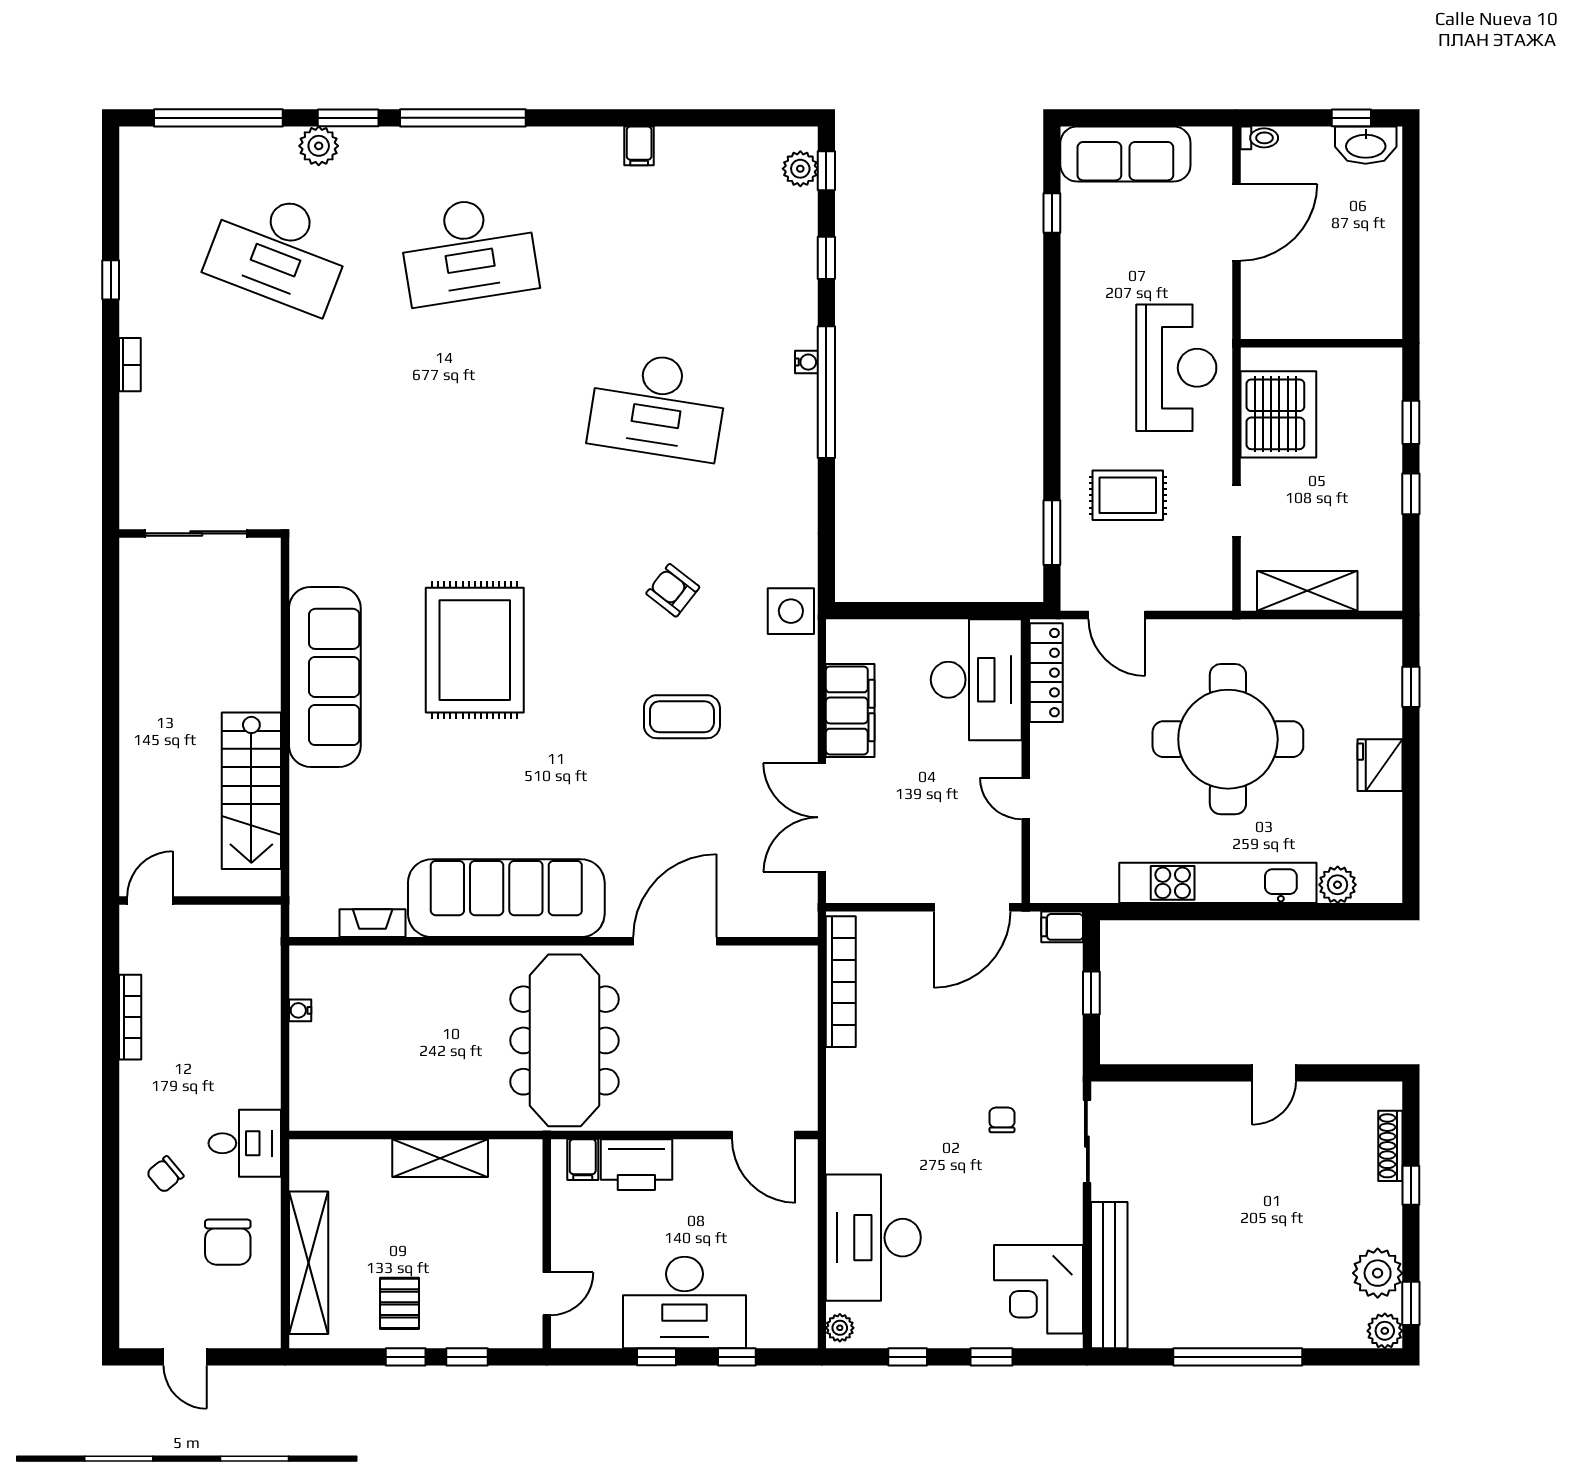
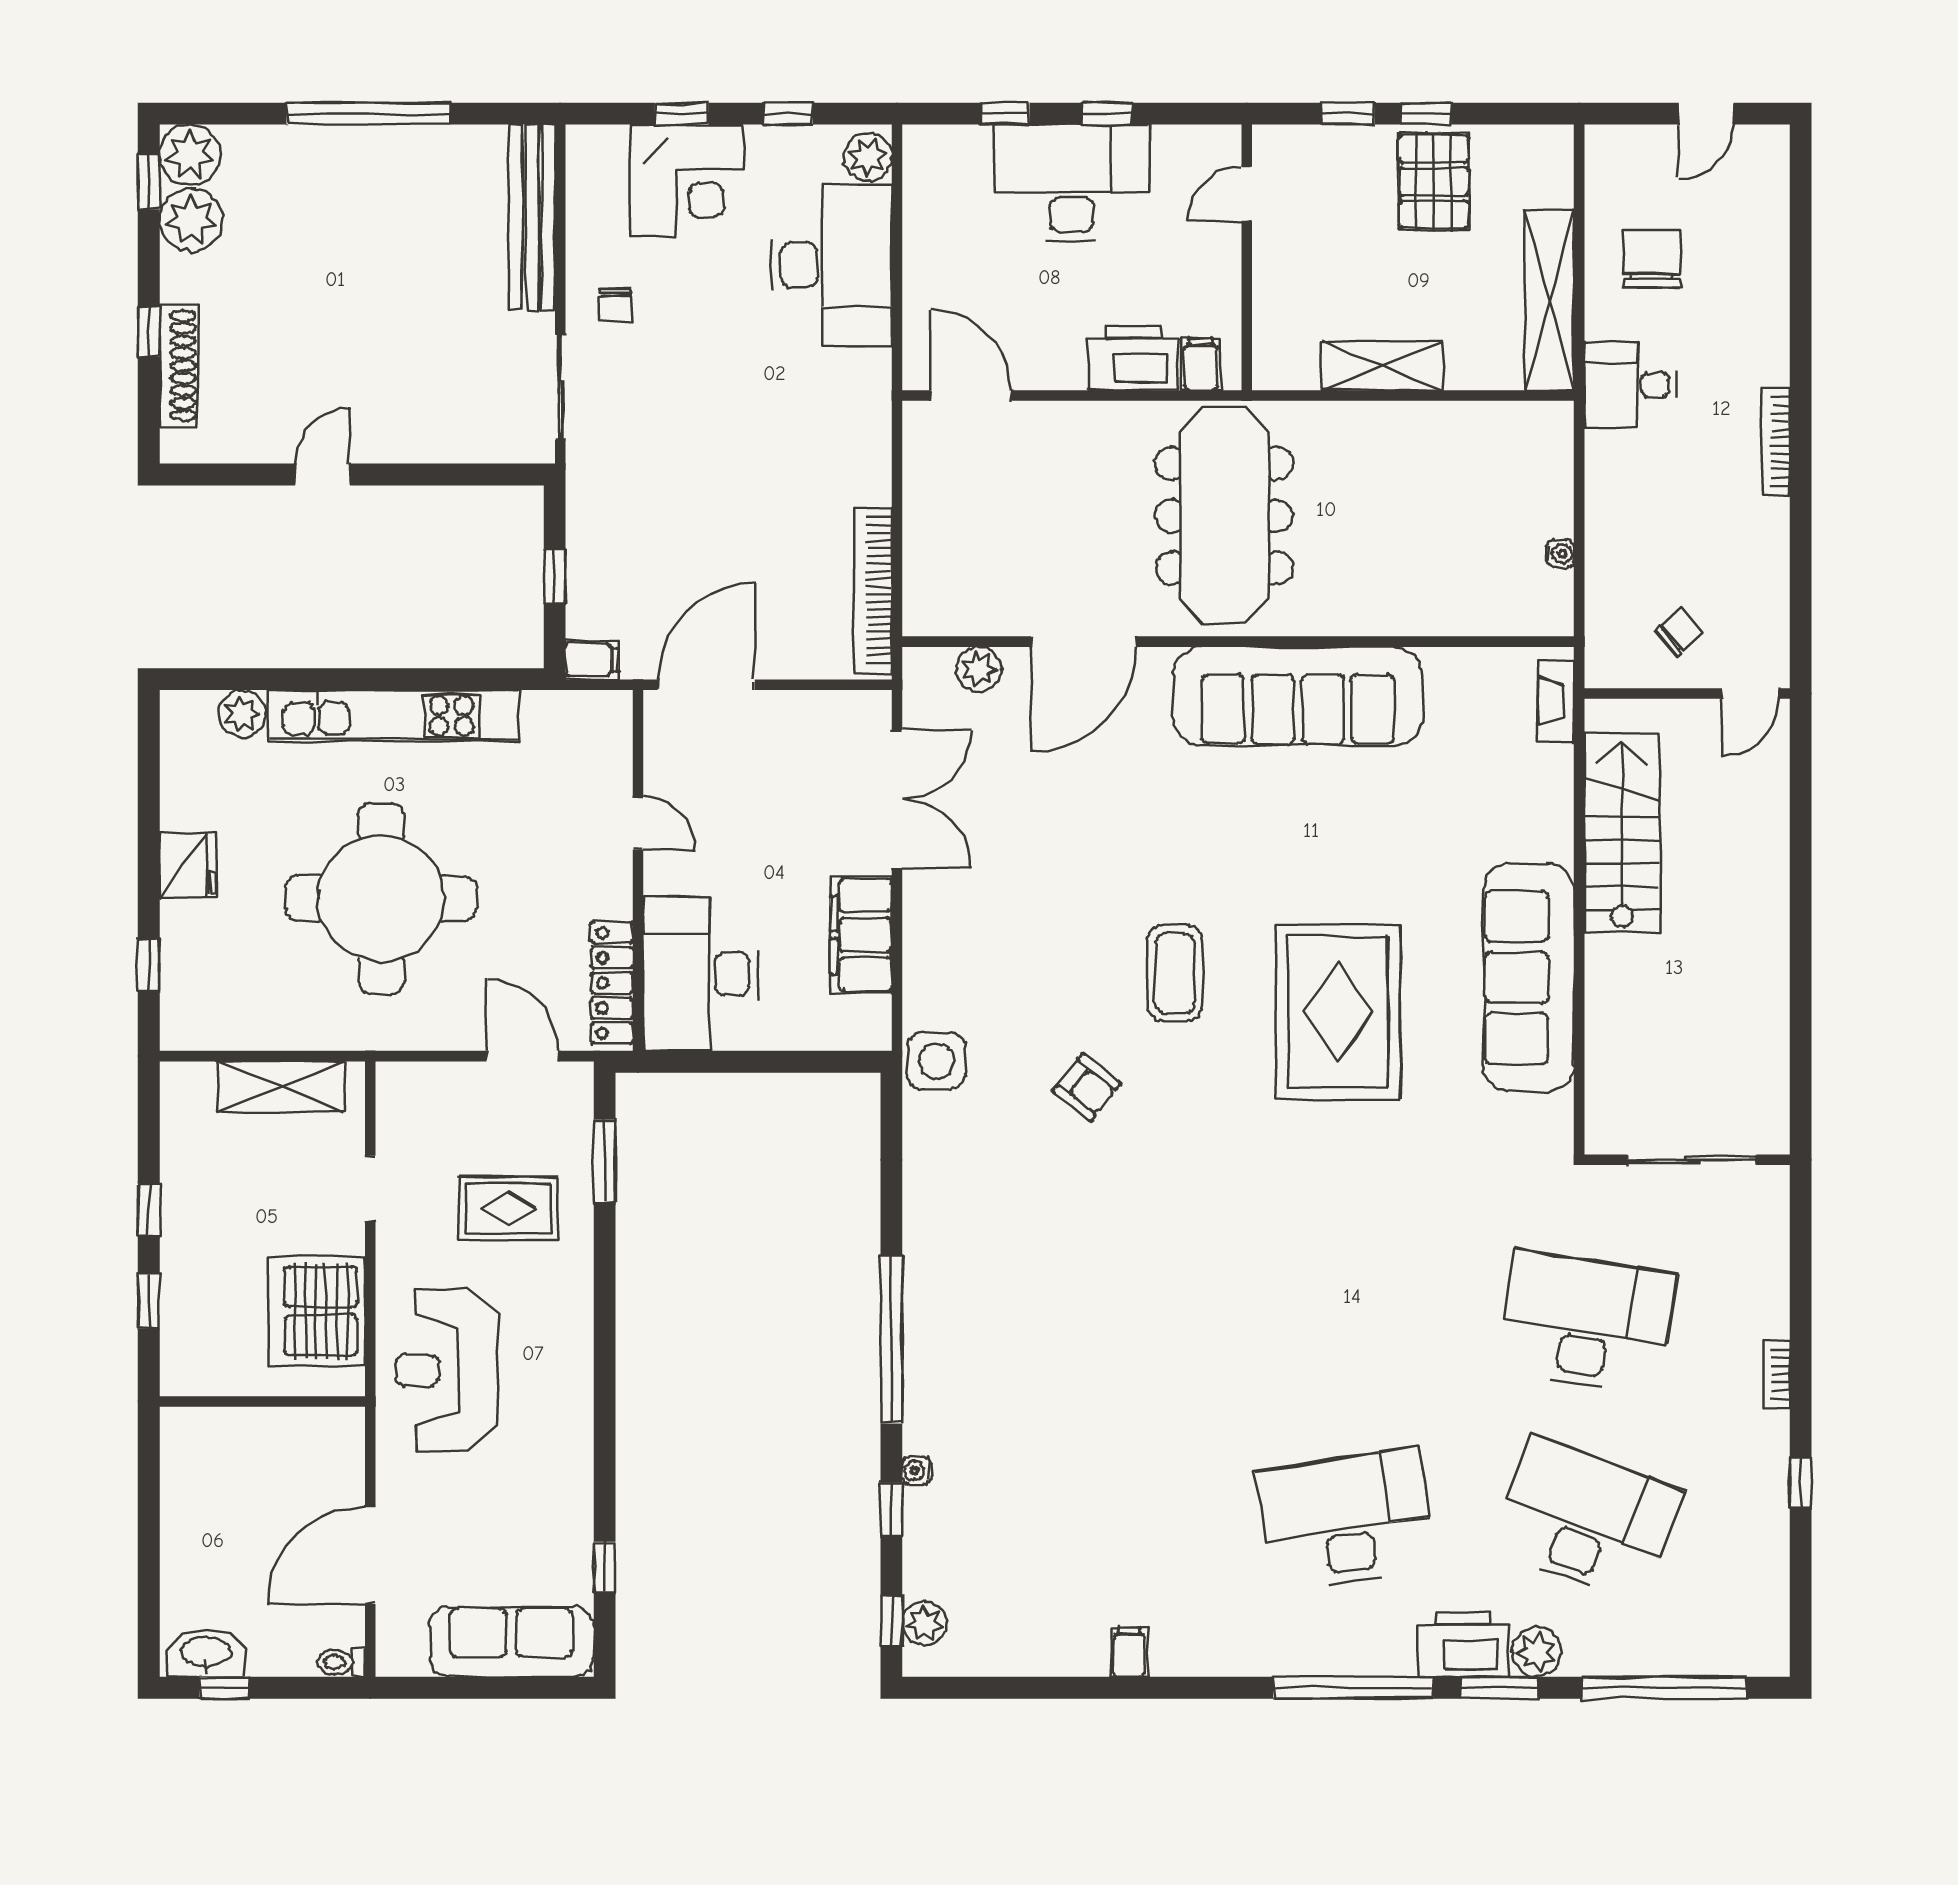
printer: (377, 152) -> (1463, 1644), added
water cooler: (806, 362) -> (917, 1470), moved
desk: (658, 406) -> (1586, 1322), moved
coffee table: (682, 717) -> (1175, 973), moved, turned 90
plant: (757, 919) -> (979, 669), added
fireplace: (373, 923) -> (1556, 702), moved, turned 90
bookcase: (130, 1017) -> (1776, 442), moved
chair: (1002, 1120) -> (615, 304), moved
shoe rack: (1390, 1146) -> (178, 366), width x1.36, depth x1.24
chair: (165, 1174) -> (1680, 632), moved
shelving: (309, 1263) -> (1549, 300), moved
corner desk: (1038, 1289) -> (687, 181), moved, turned 90
pallet: (400, 1303) -> (1434, 182), width x1.50, depth x1.42
plant: (840, 1328) -> (868, 157), width x1.38, depth x1.38
plant: (1385, 1331) -> (190, 155), width x1.36, depth x1.36
door: (185, 1357) -> (1706, 114), swing flipped

